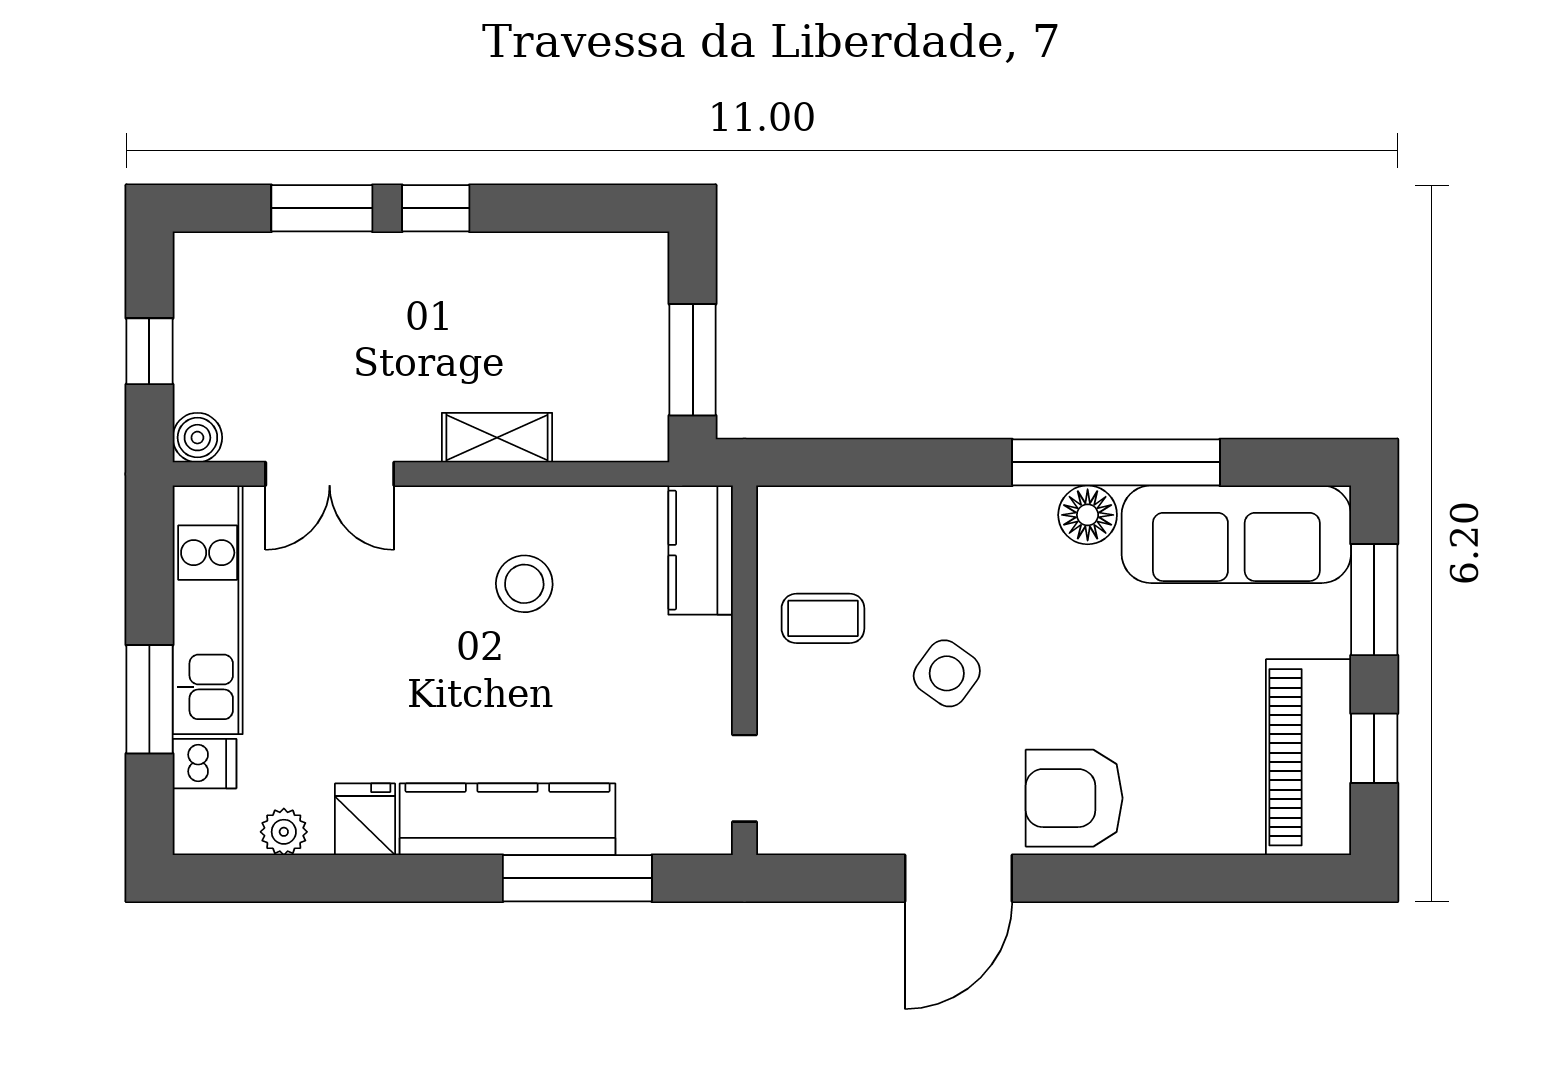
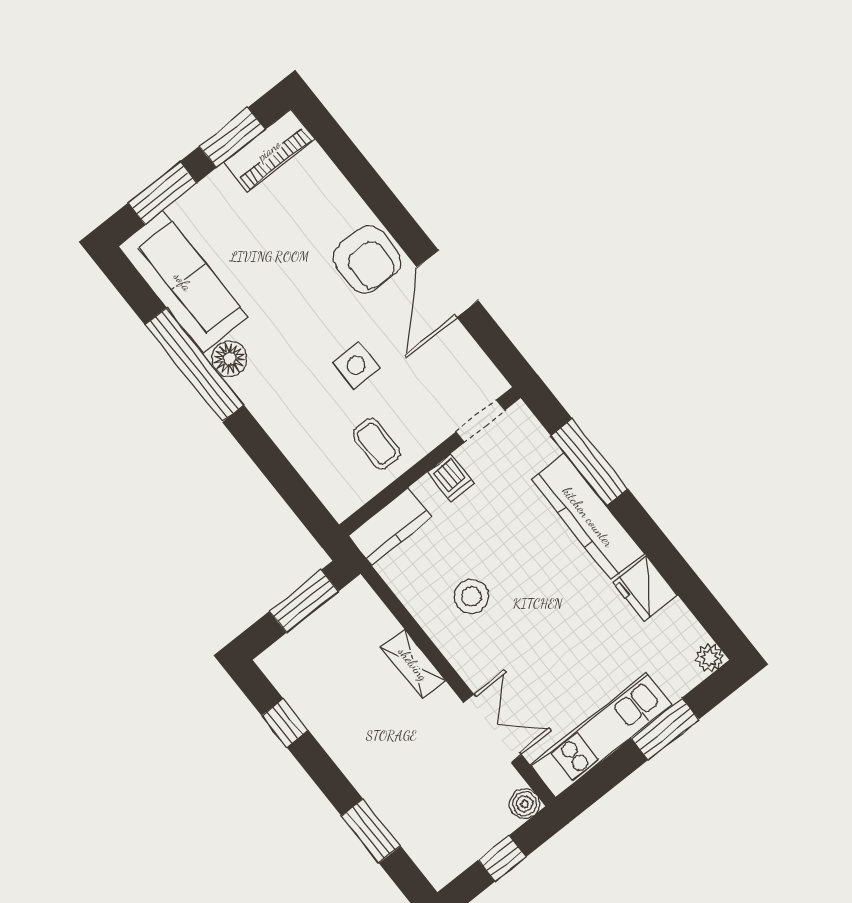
window: (436, 208) -> (285, 723), moved
side table: (947, 673) -> (356, 365), turned -36
window: (1374, 748) -> (232, 138), width x1.50
piano: (1308, 757) -> (269, 150), width x0.73, depth x0.75
dishwasher: (204, 764) -> (451, 478), moved, turned 180
fridge: (365, 819) -> (645, 589), width x1.38
plant: (284, 832) -> (710, 658), moved
door: (958, 878) -> (448, 284), swing flipped

